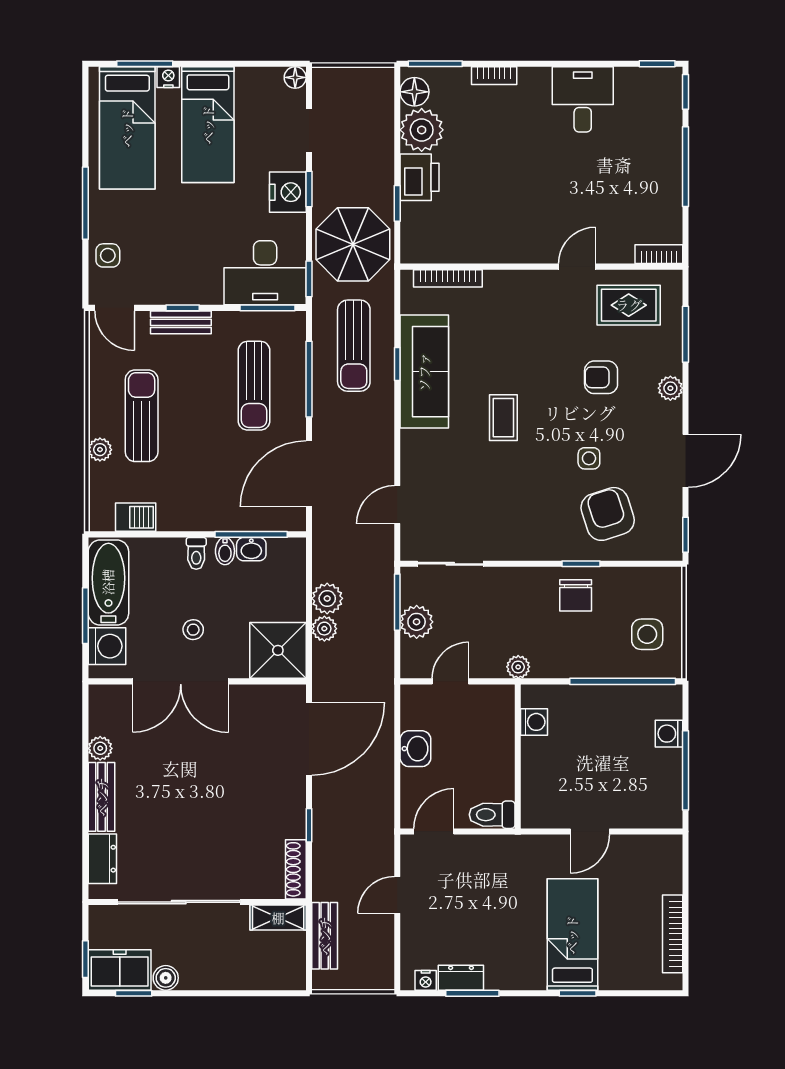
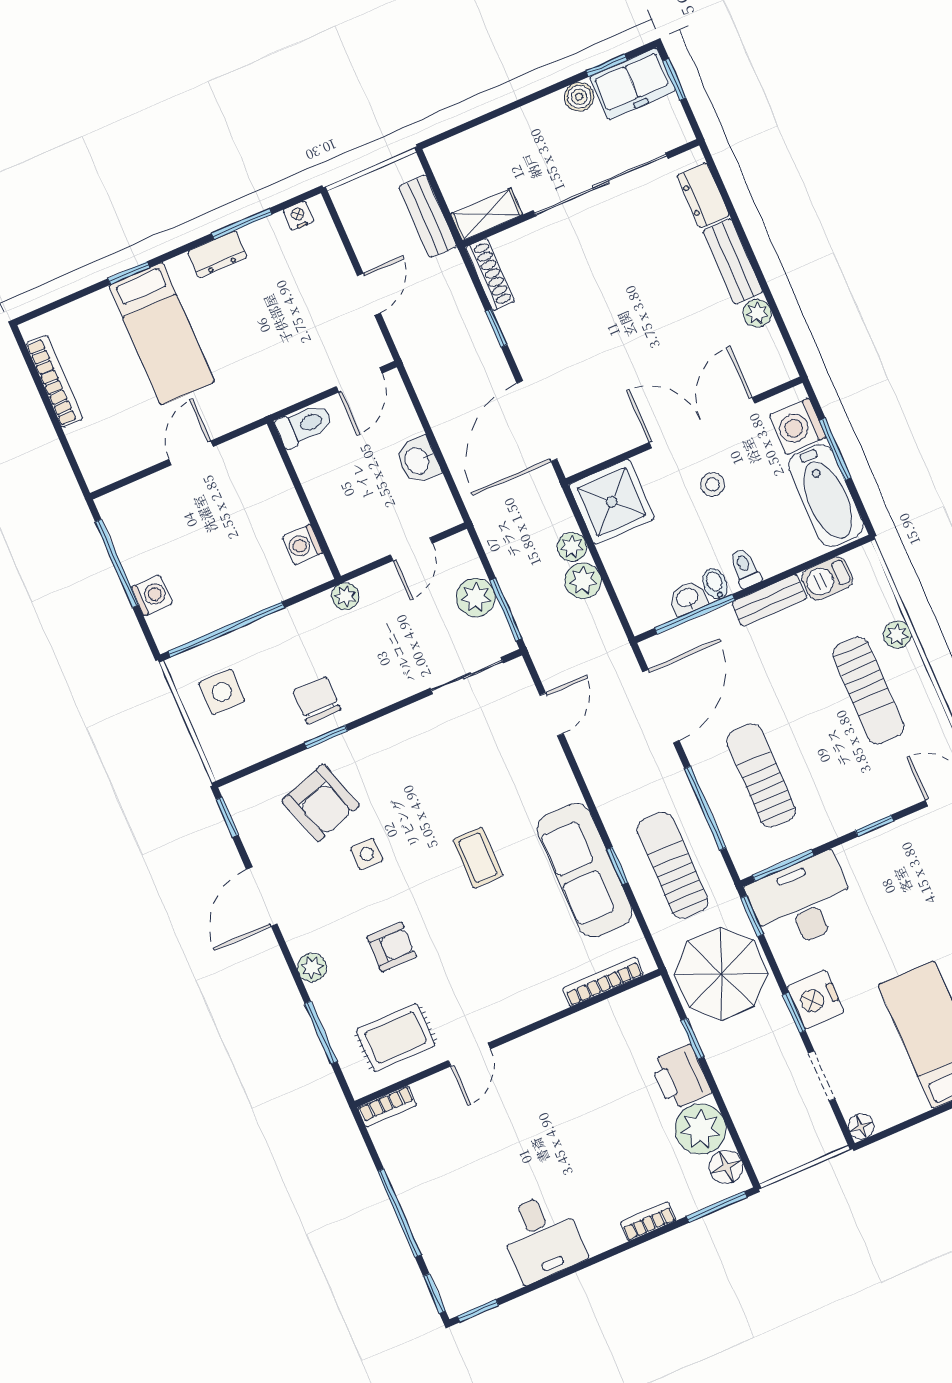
bench: (181, 322) -> (769, 600), moved
dresser: (461, 978) -> (217, 254), moved

